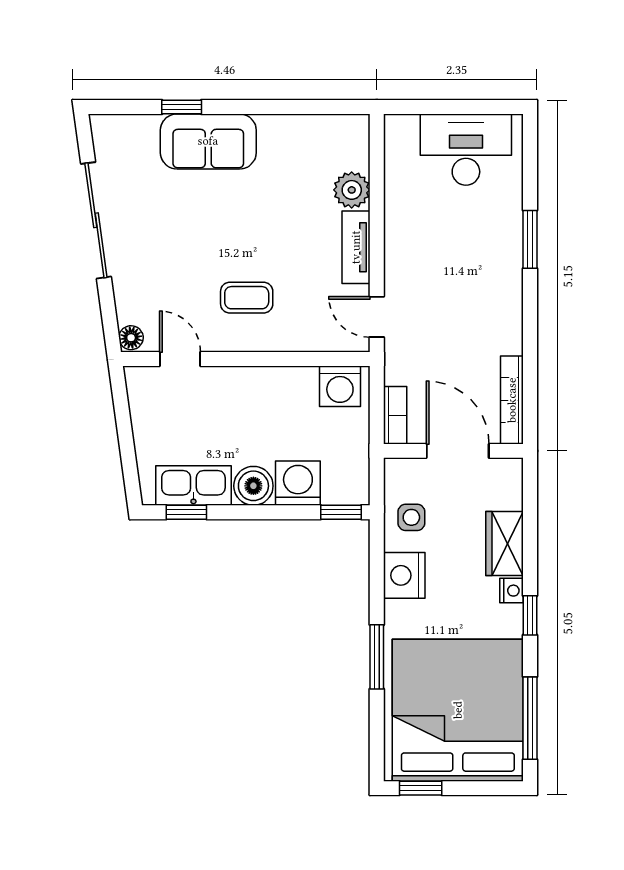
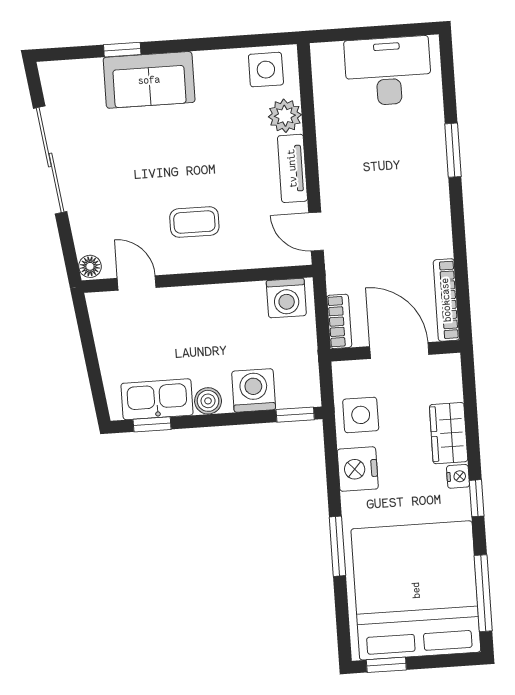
side table: (335, 139) -> (266, 70), added
boiler: (253, 486) -> (208, 401), width x0.73, depth x0.73
side table: (411, 517) -> (361, 415), width x1.37, depth x1.37

